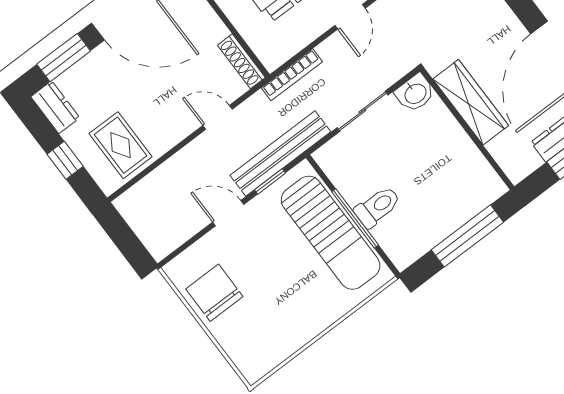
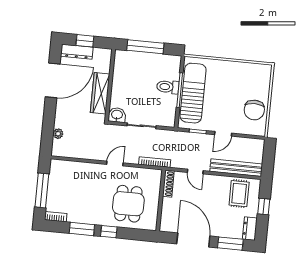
bench: (280, 153) -> (236, 168), moved
door: (228, 213) -> (223, 134), hinge flipped

